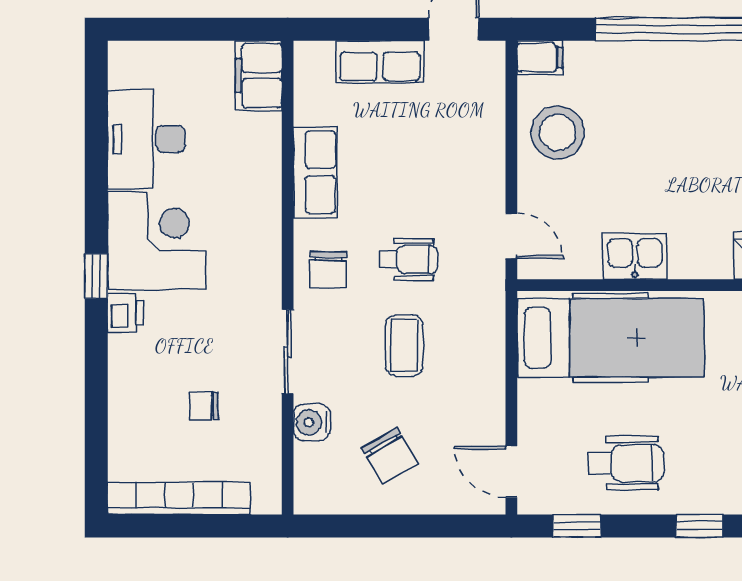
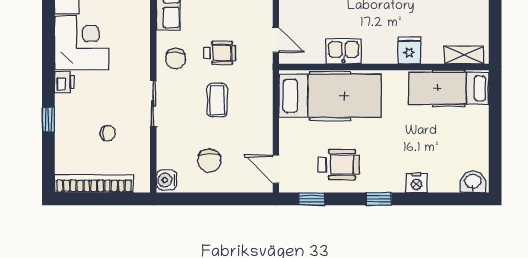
window: (96, 276) -> (48, 120), moved
chair: (204, 406) -> (108, 133), turned 180
water cooler: (312, 422) -> (167, 180), moved
chair: (390, 456) -> (209, 161), turned 30

